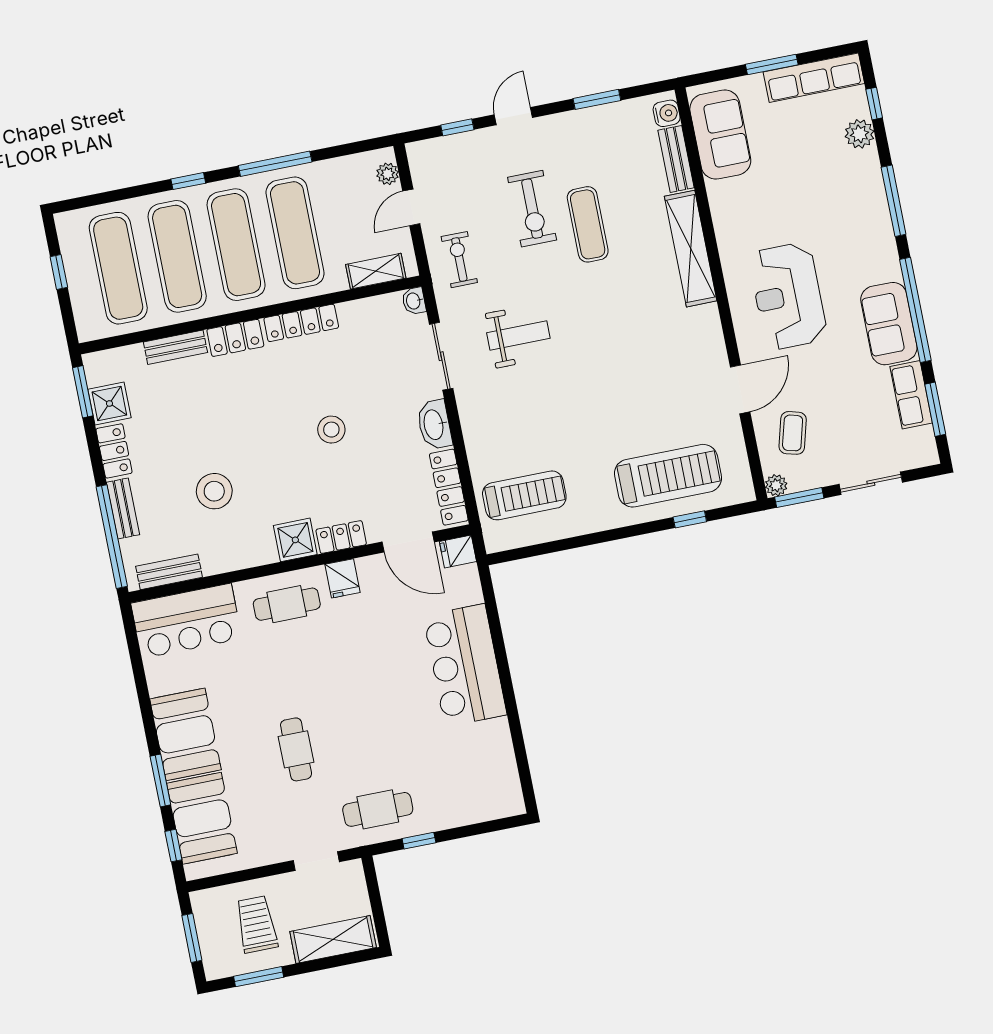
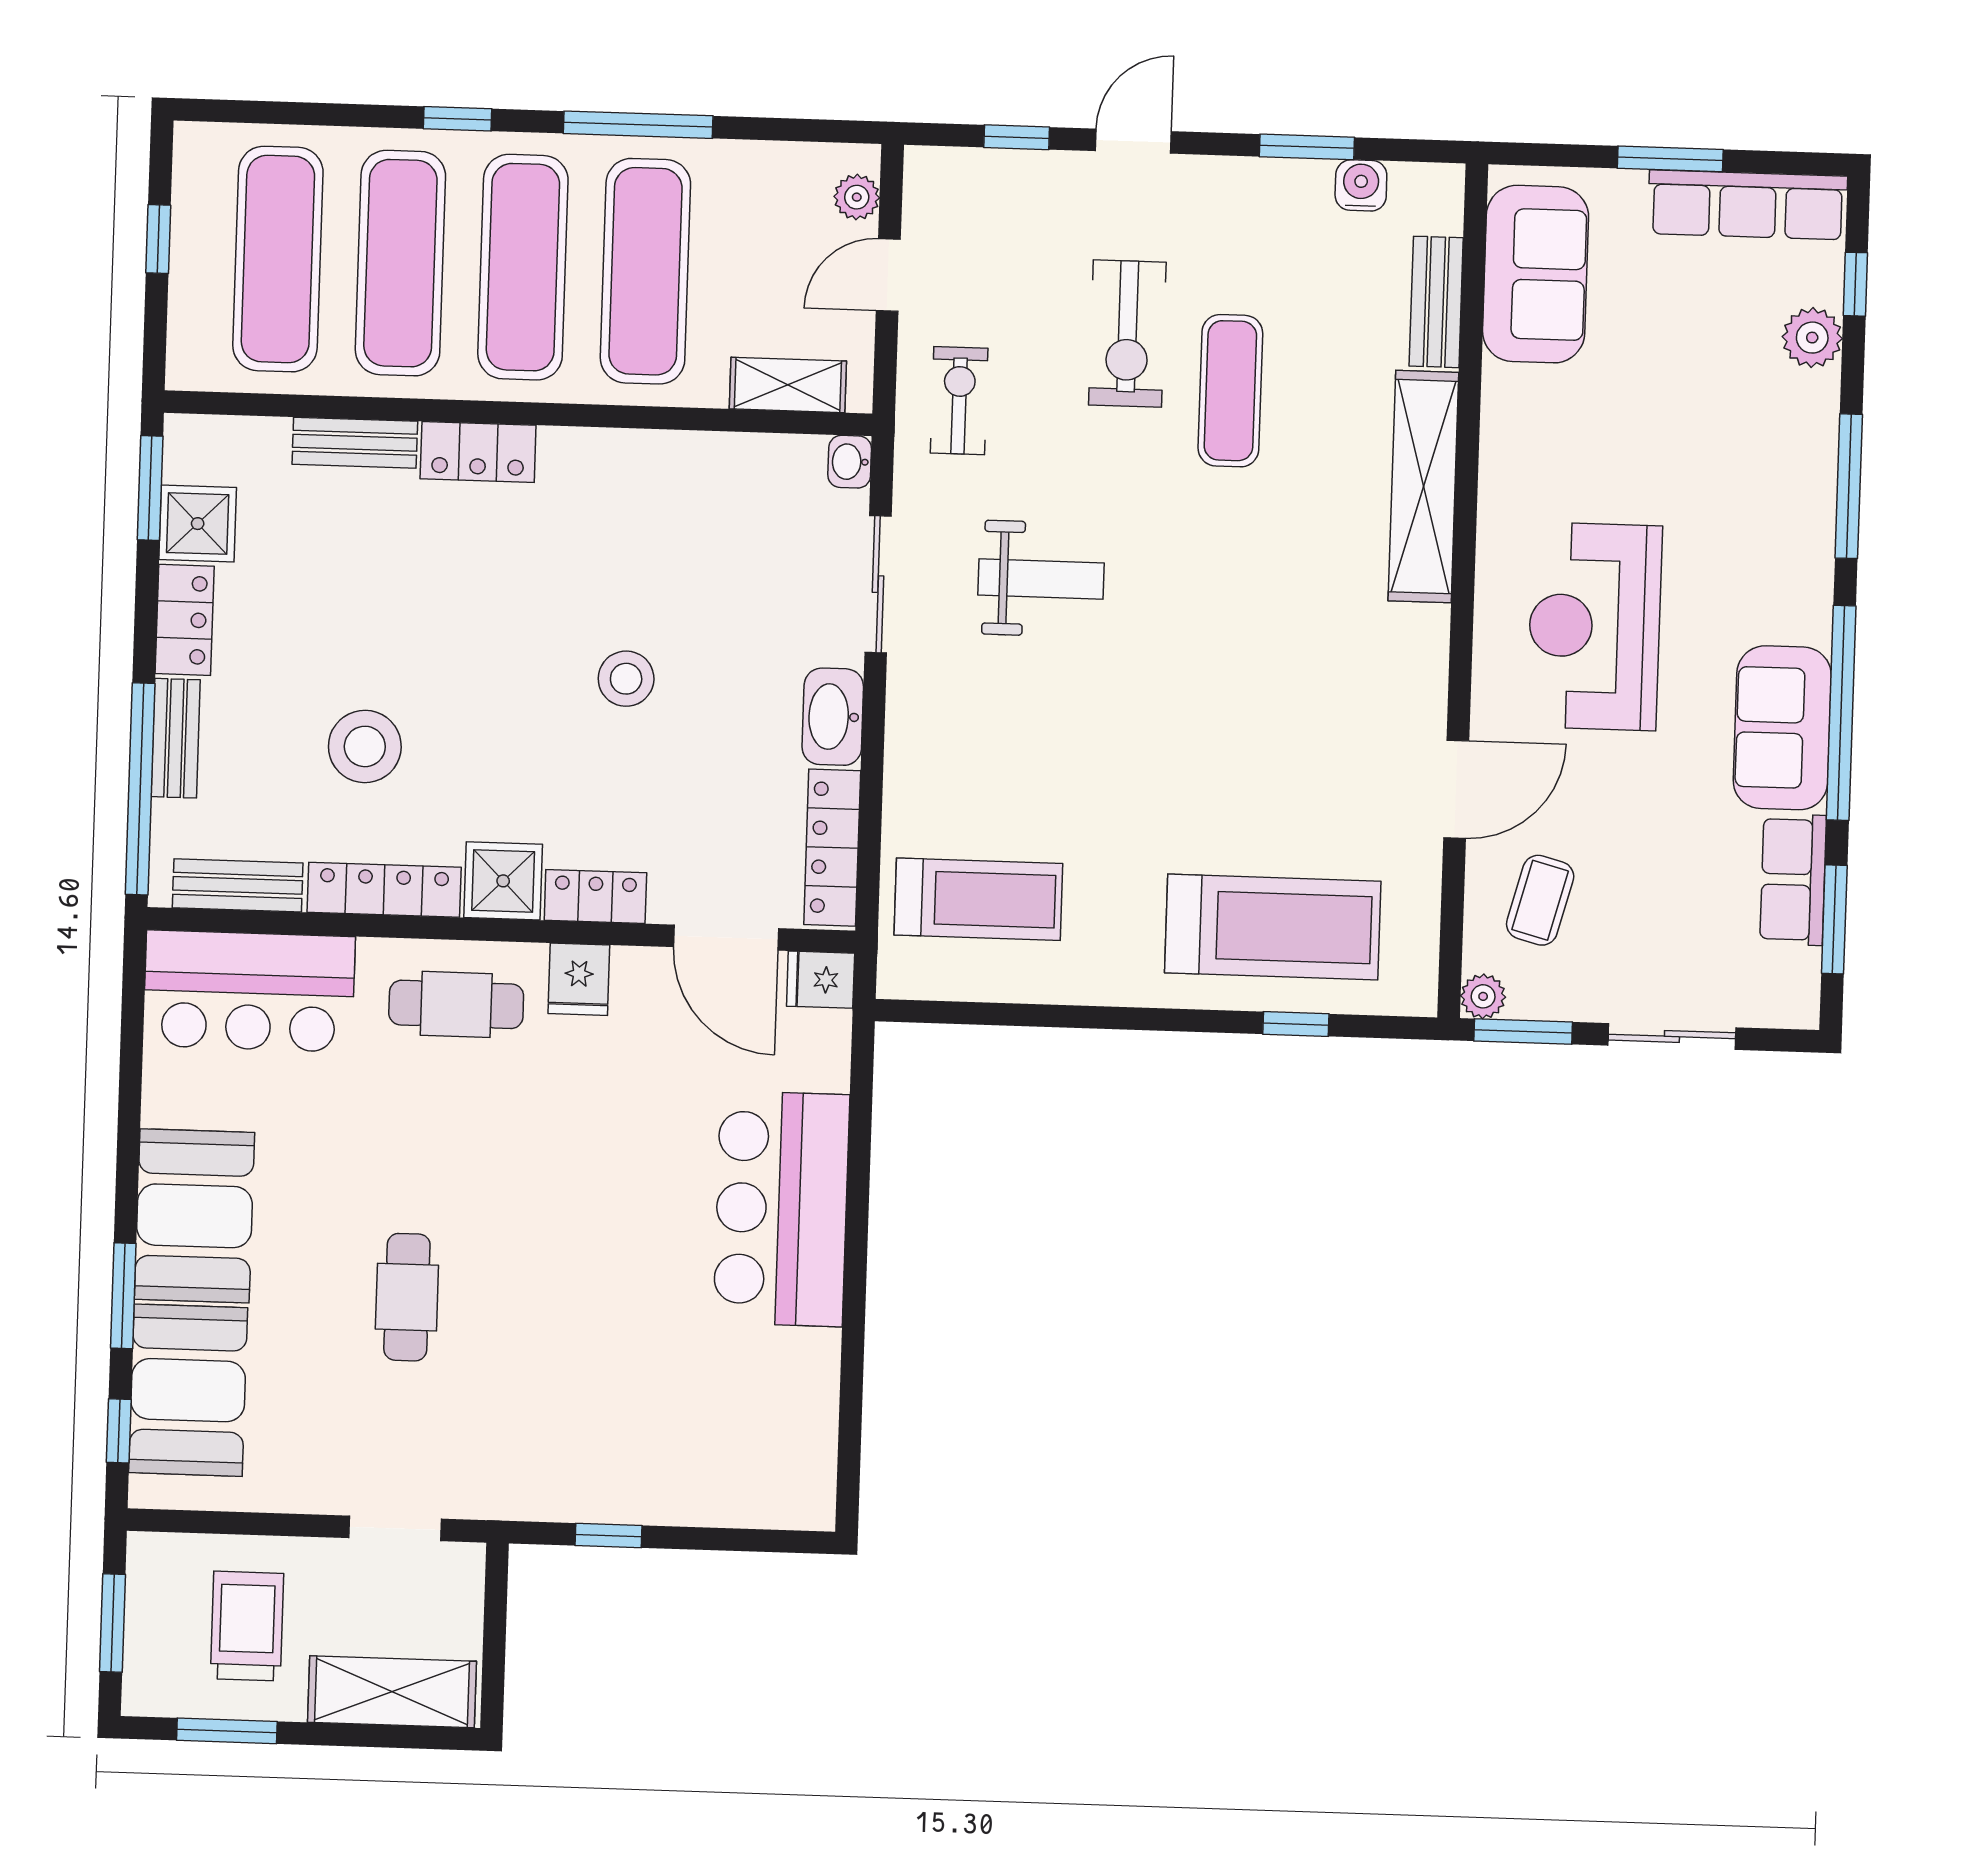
water cooler: (667, 113) -> (1361, 185), moved, turned -90
locker: (301, 323) -> (384, 890), moved, turned 180
cafe table: (378, 809) -> (541, 1454), removed

